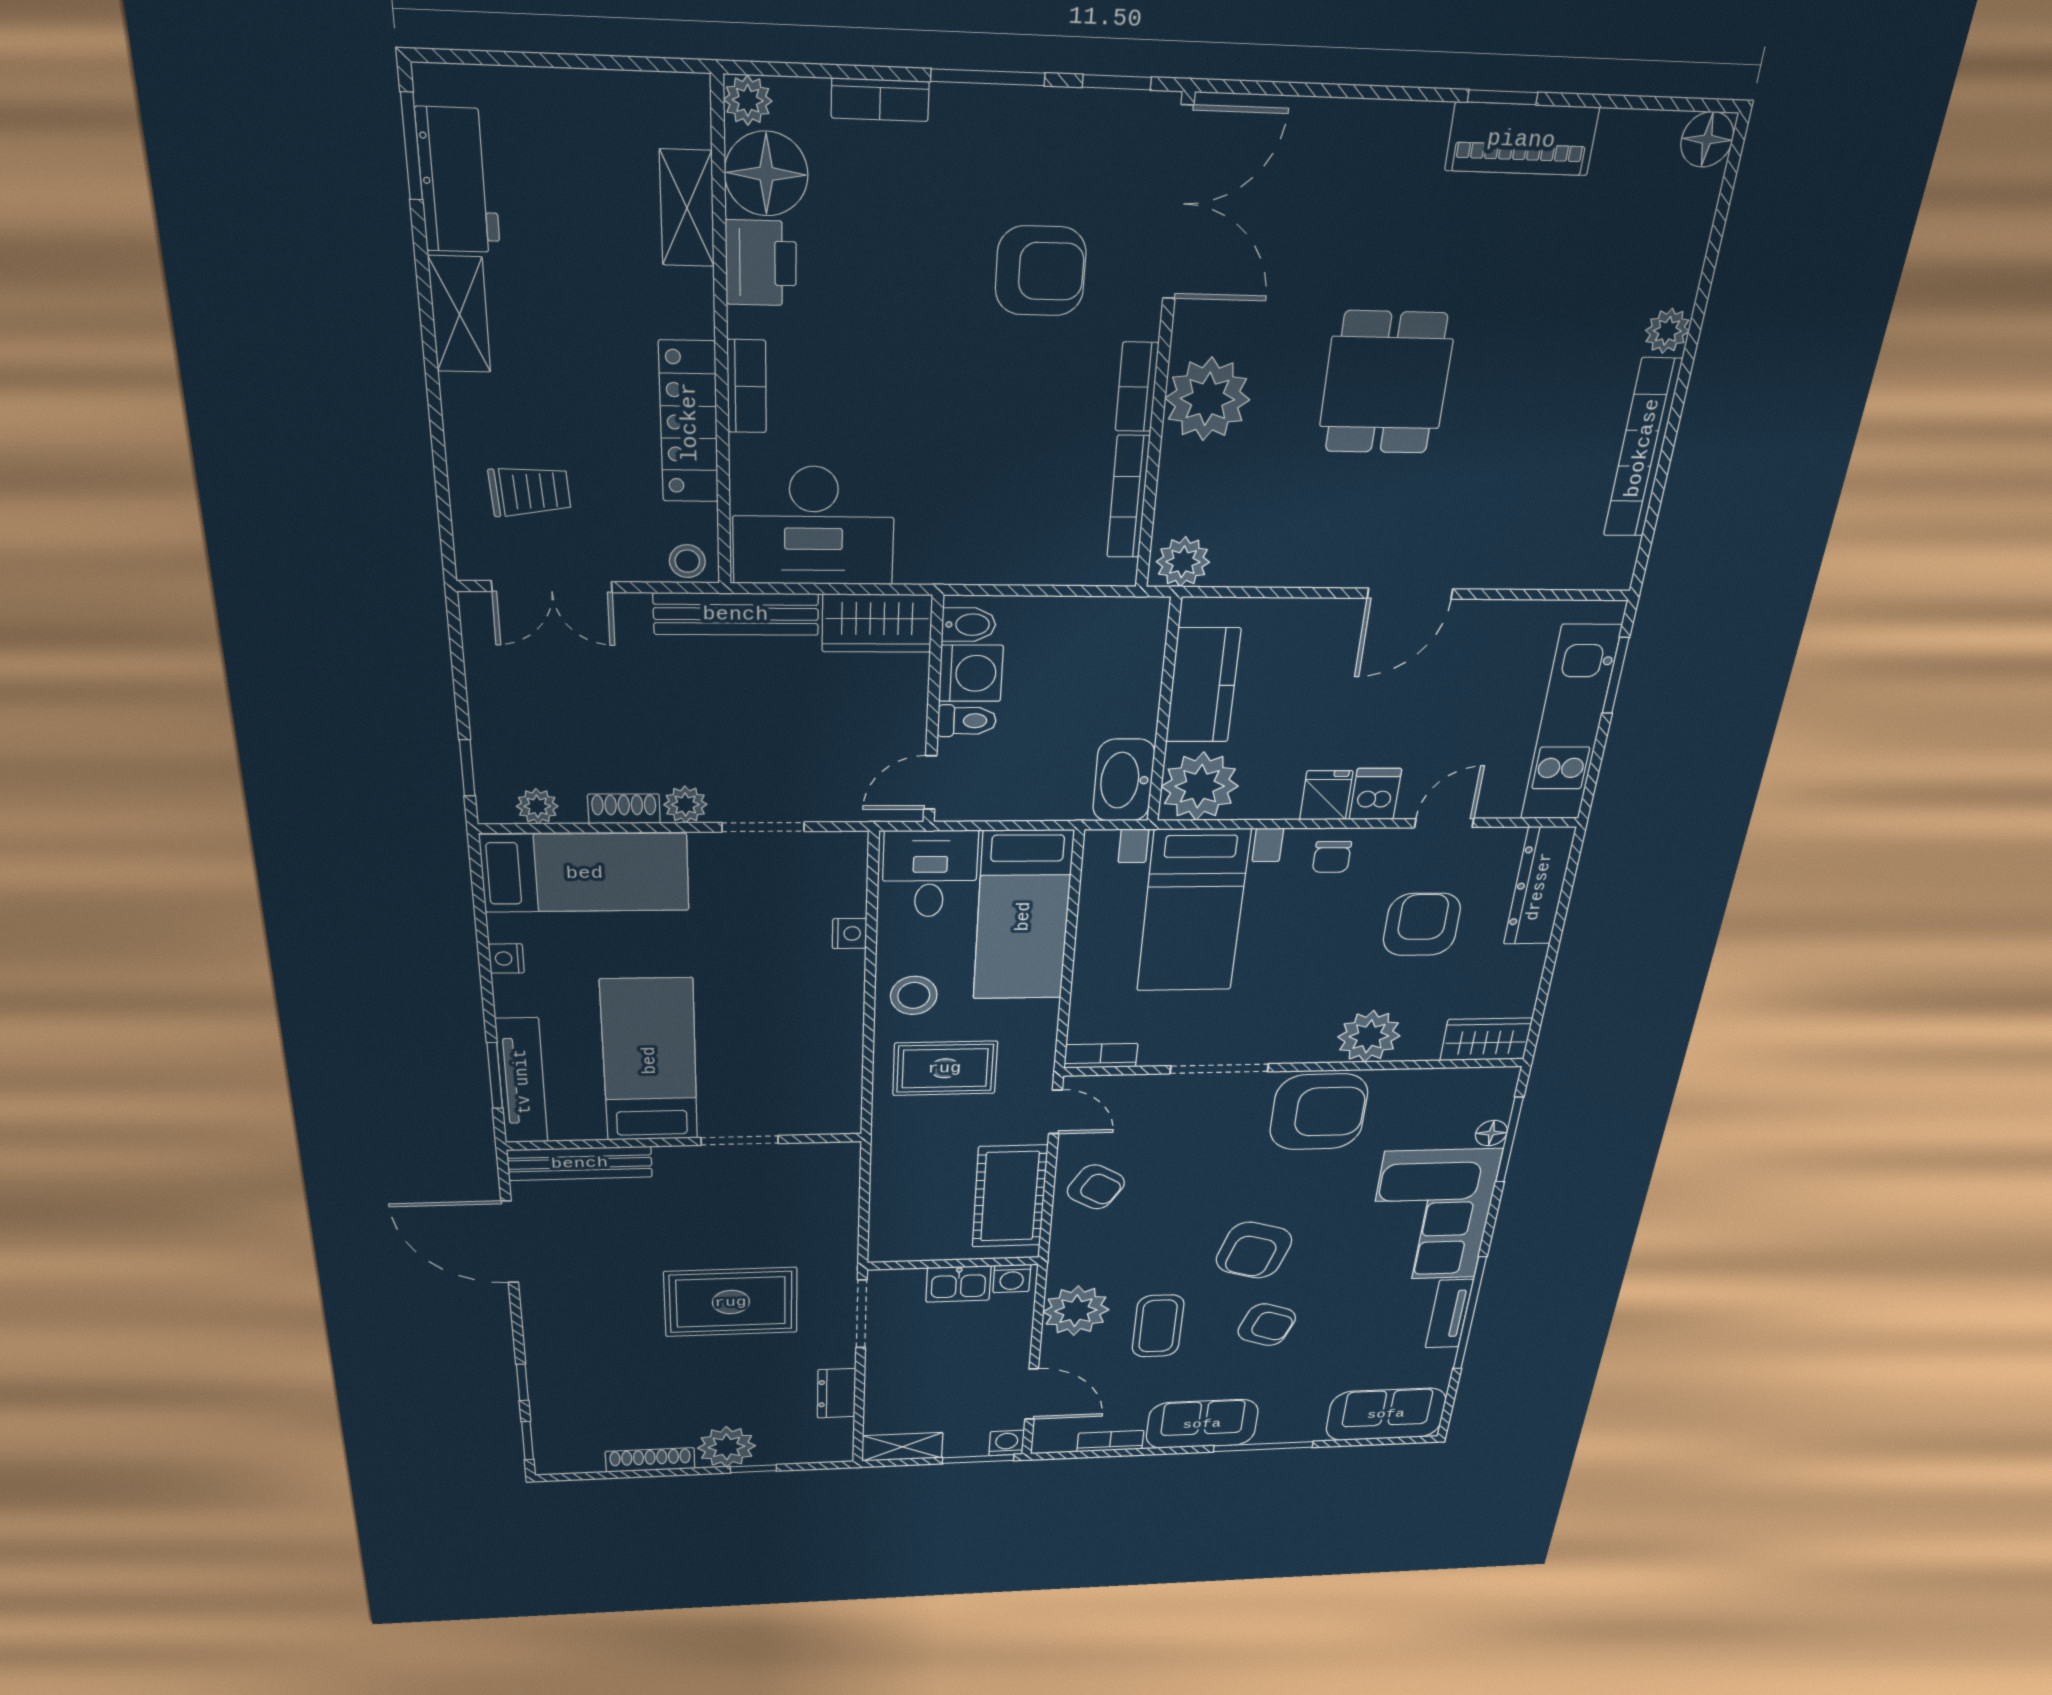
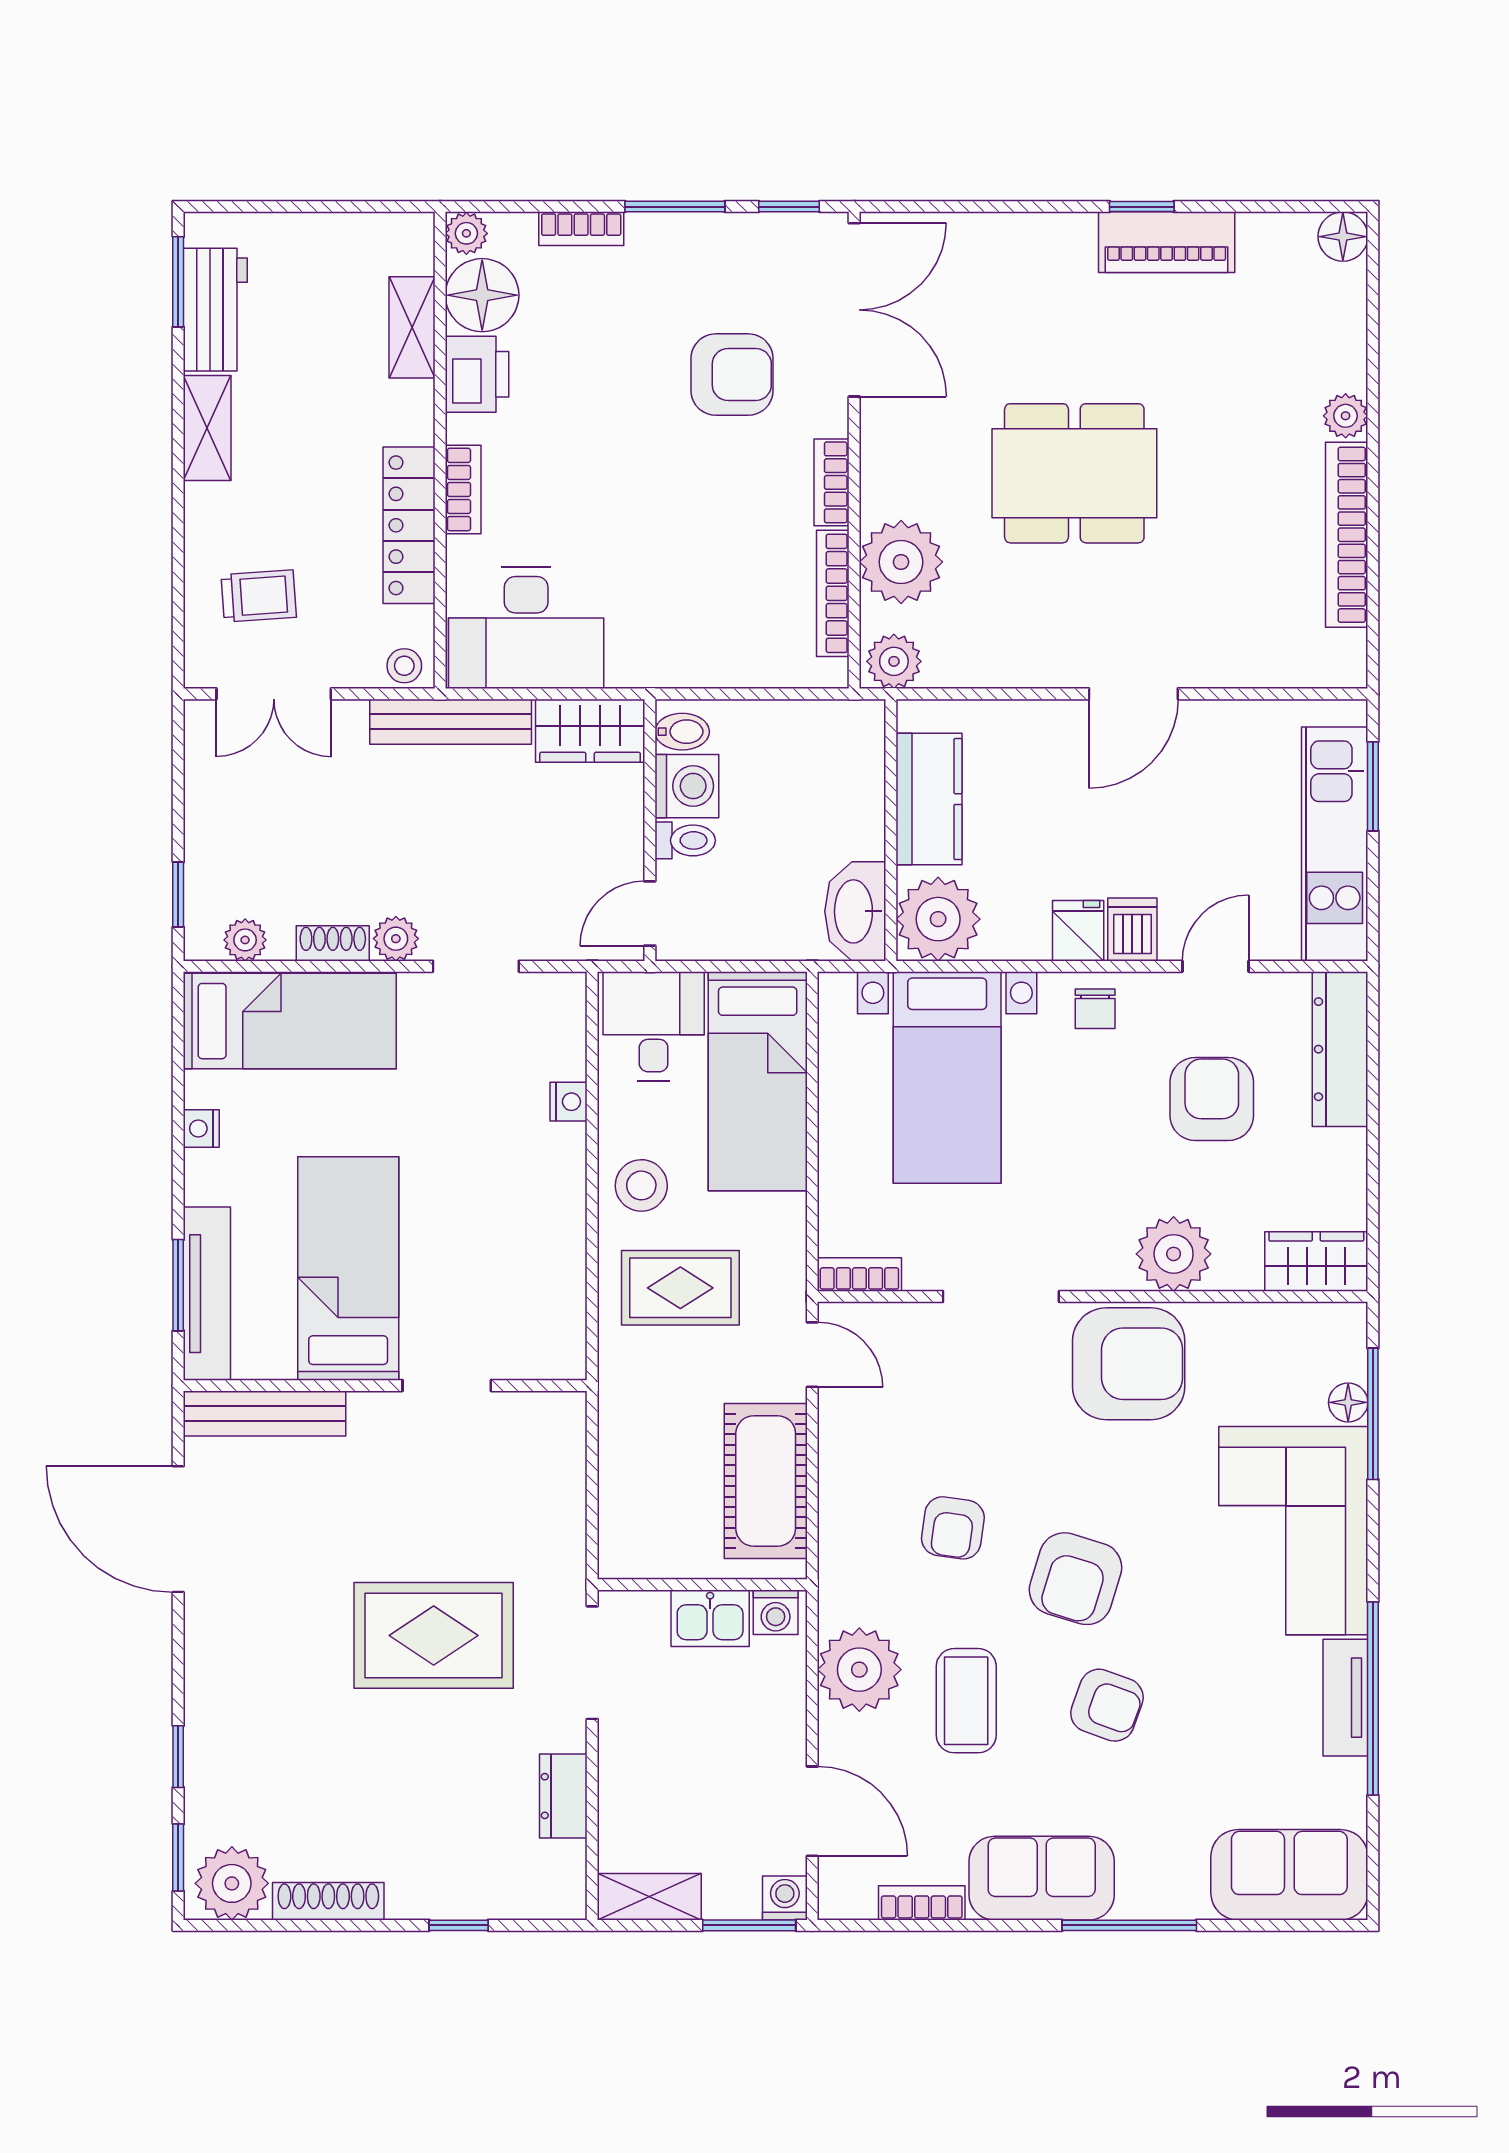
dining table: (1386, 383) -> (1074, 473), width x1.38
plant: (1207, 399) -> (901, 562), moved
armchair: (1096, 1187) -> (953, 1528), moved, turned 67
plant: (727, 1447) -> (232, 1883), moved

